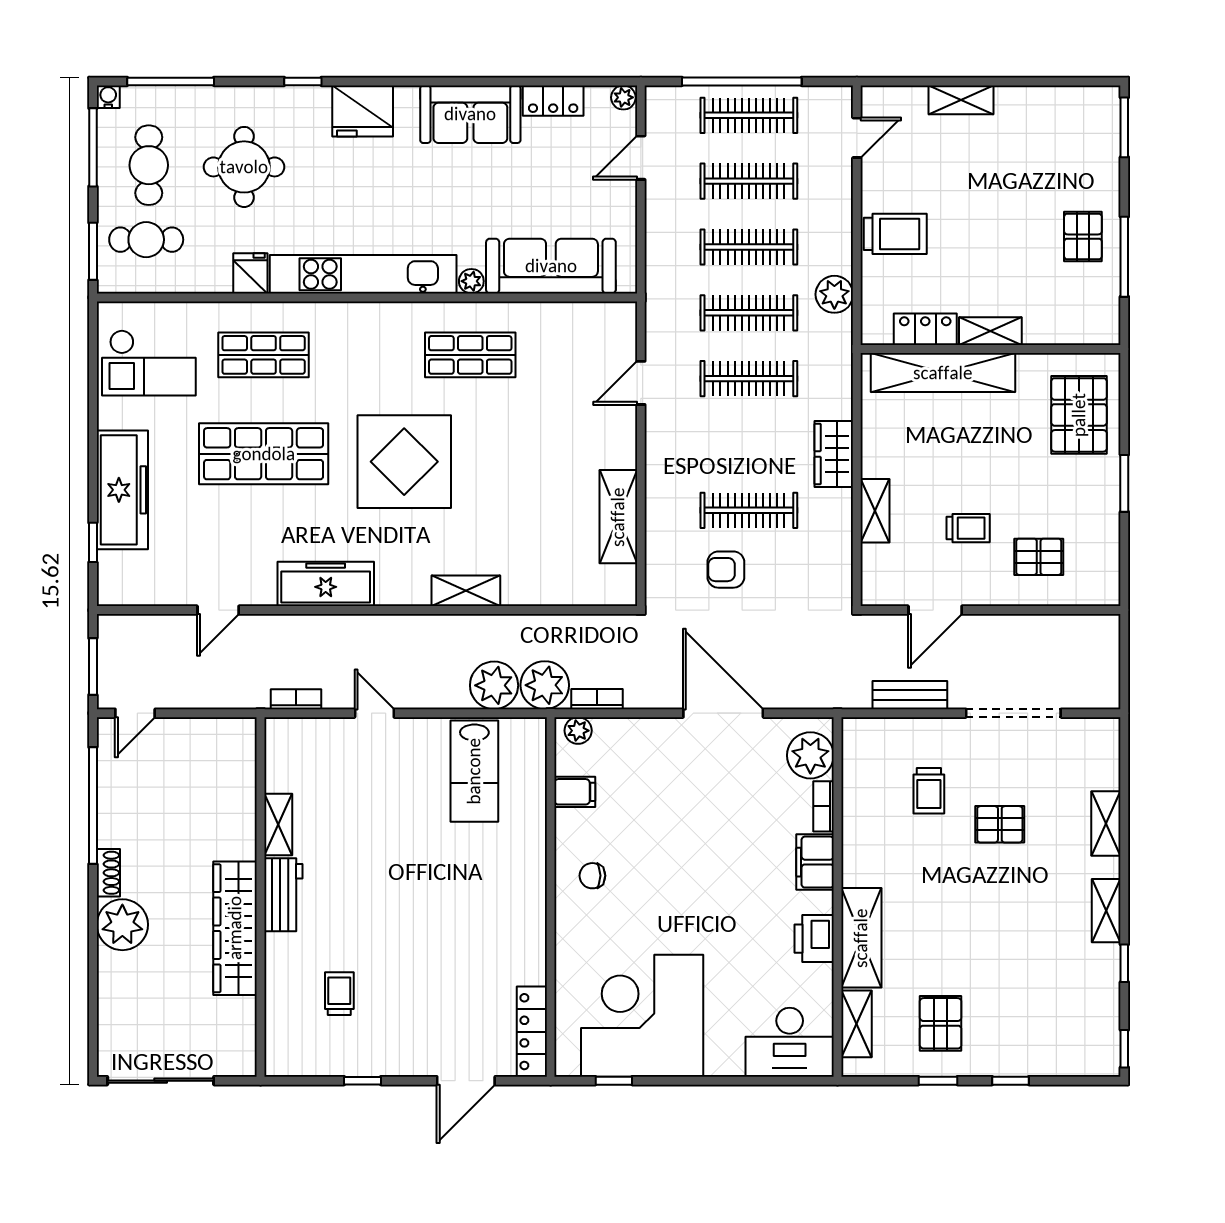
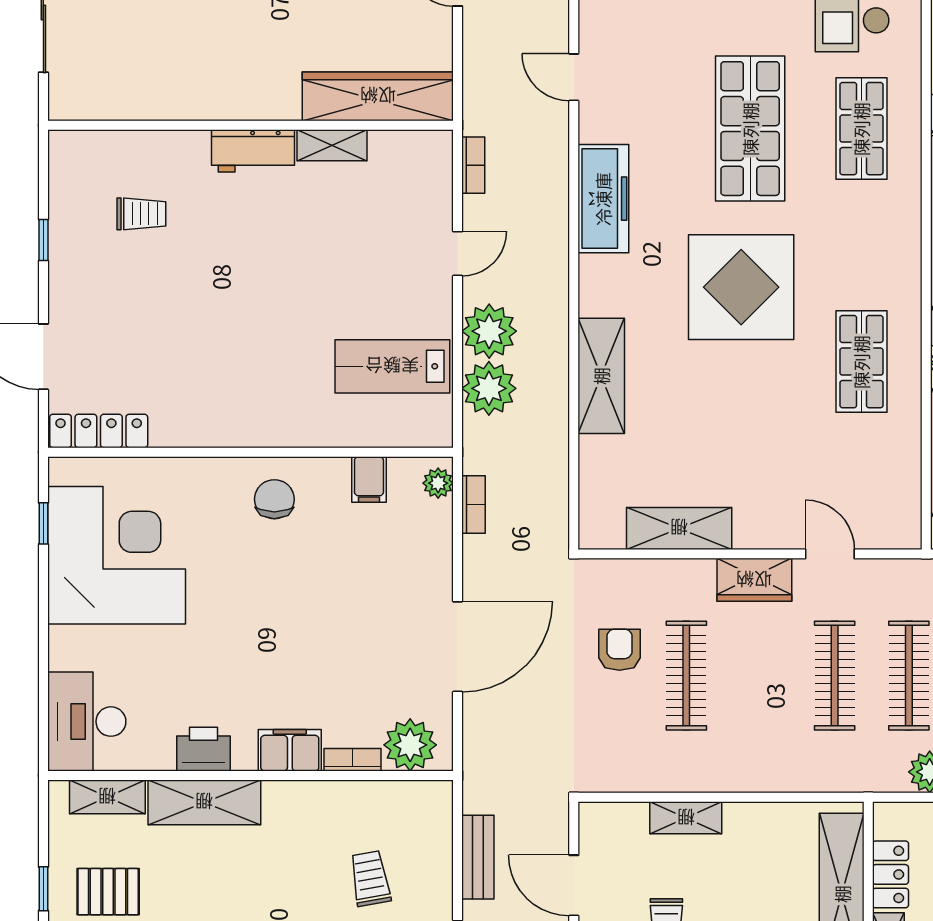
wardrobe: (834, 454) -> (754, 580), moved, turned 180
shelving: (466, 591) -> (601, 376), width x1.50, depth x1.33
plant: (545, 685) -> (489, 331), moved
trolley: (929, 791) -> (370, 879), turned 80
chair: (592, 876) -> (274, 499), width x1.37, depth x1.37
wardrobe: (235, 928) -> (378, 96), moved

